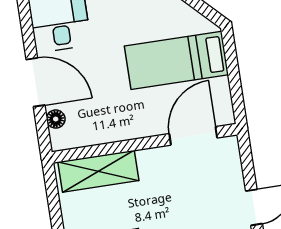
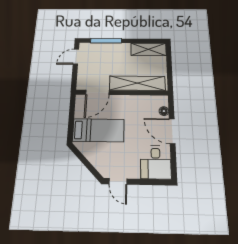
shelving: (98, 171) -> (137, 83), width x1.47

